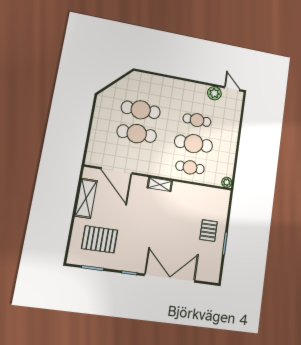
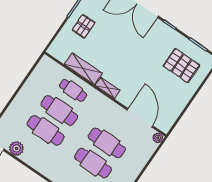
cafe table: (197, 120) -> (45, 131), width x1.37, depth x1.35
plant: (227, 182) -> (158, 138), moved
shelving: (86, 198) -> (83, 69), moved, turned 90

